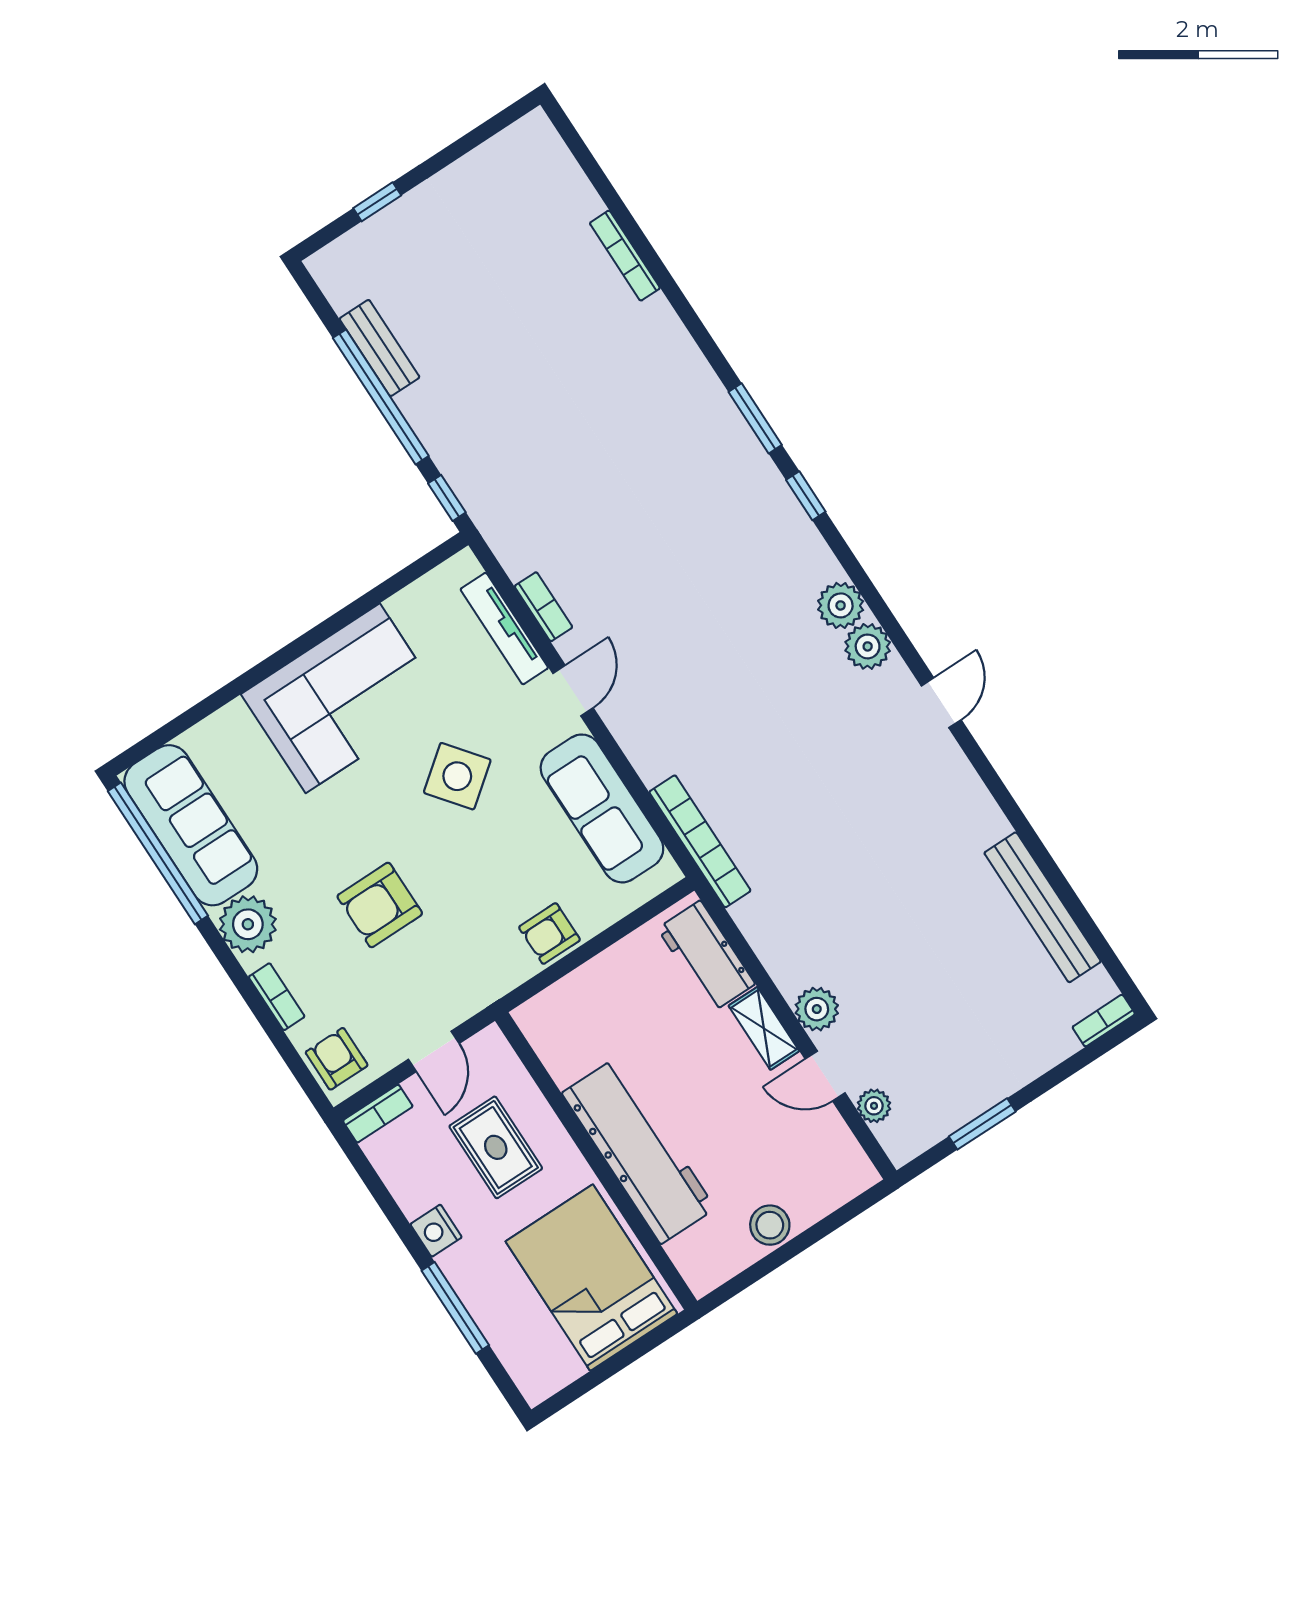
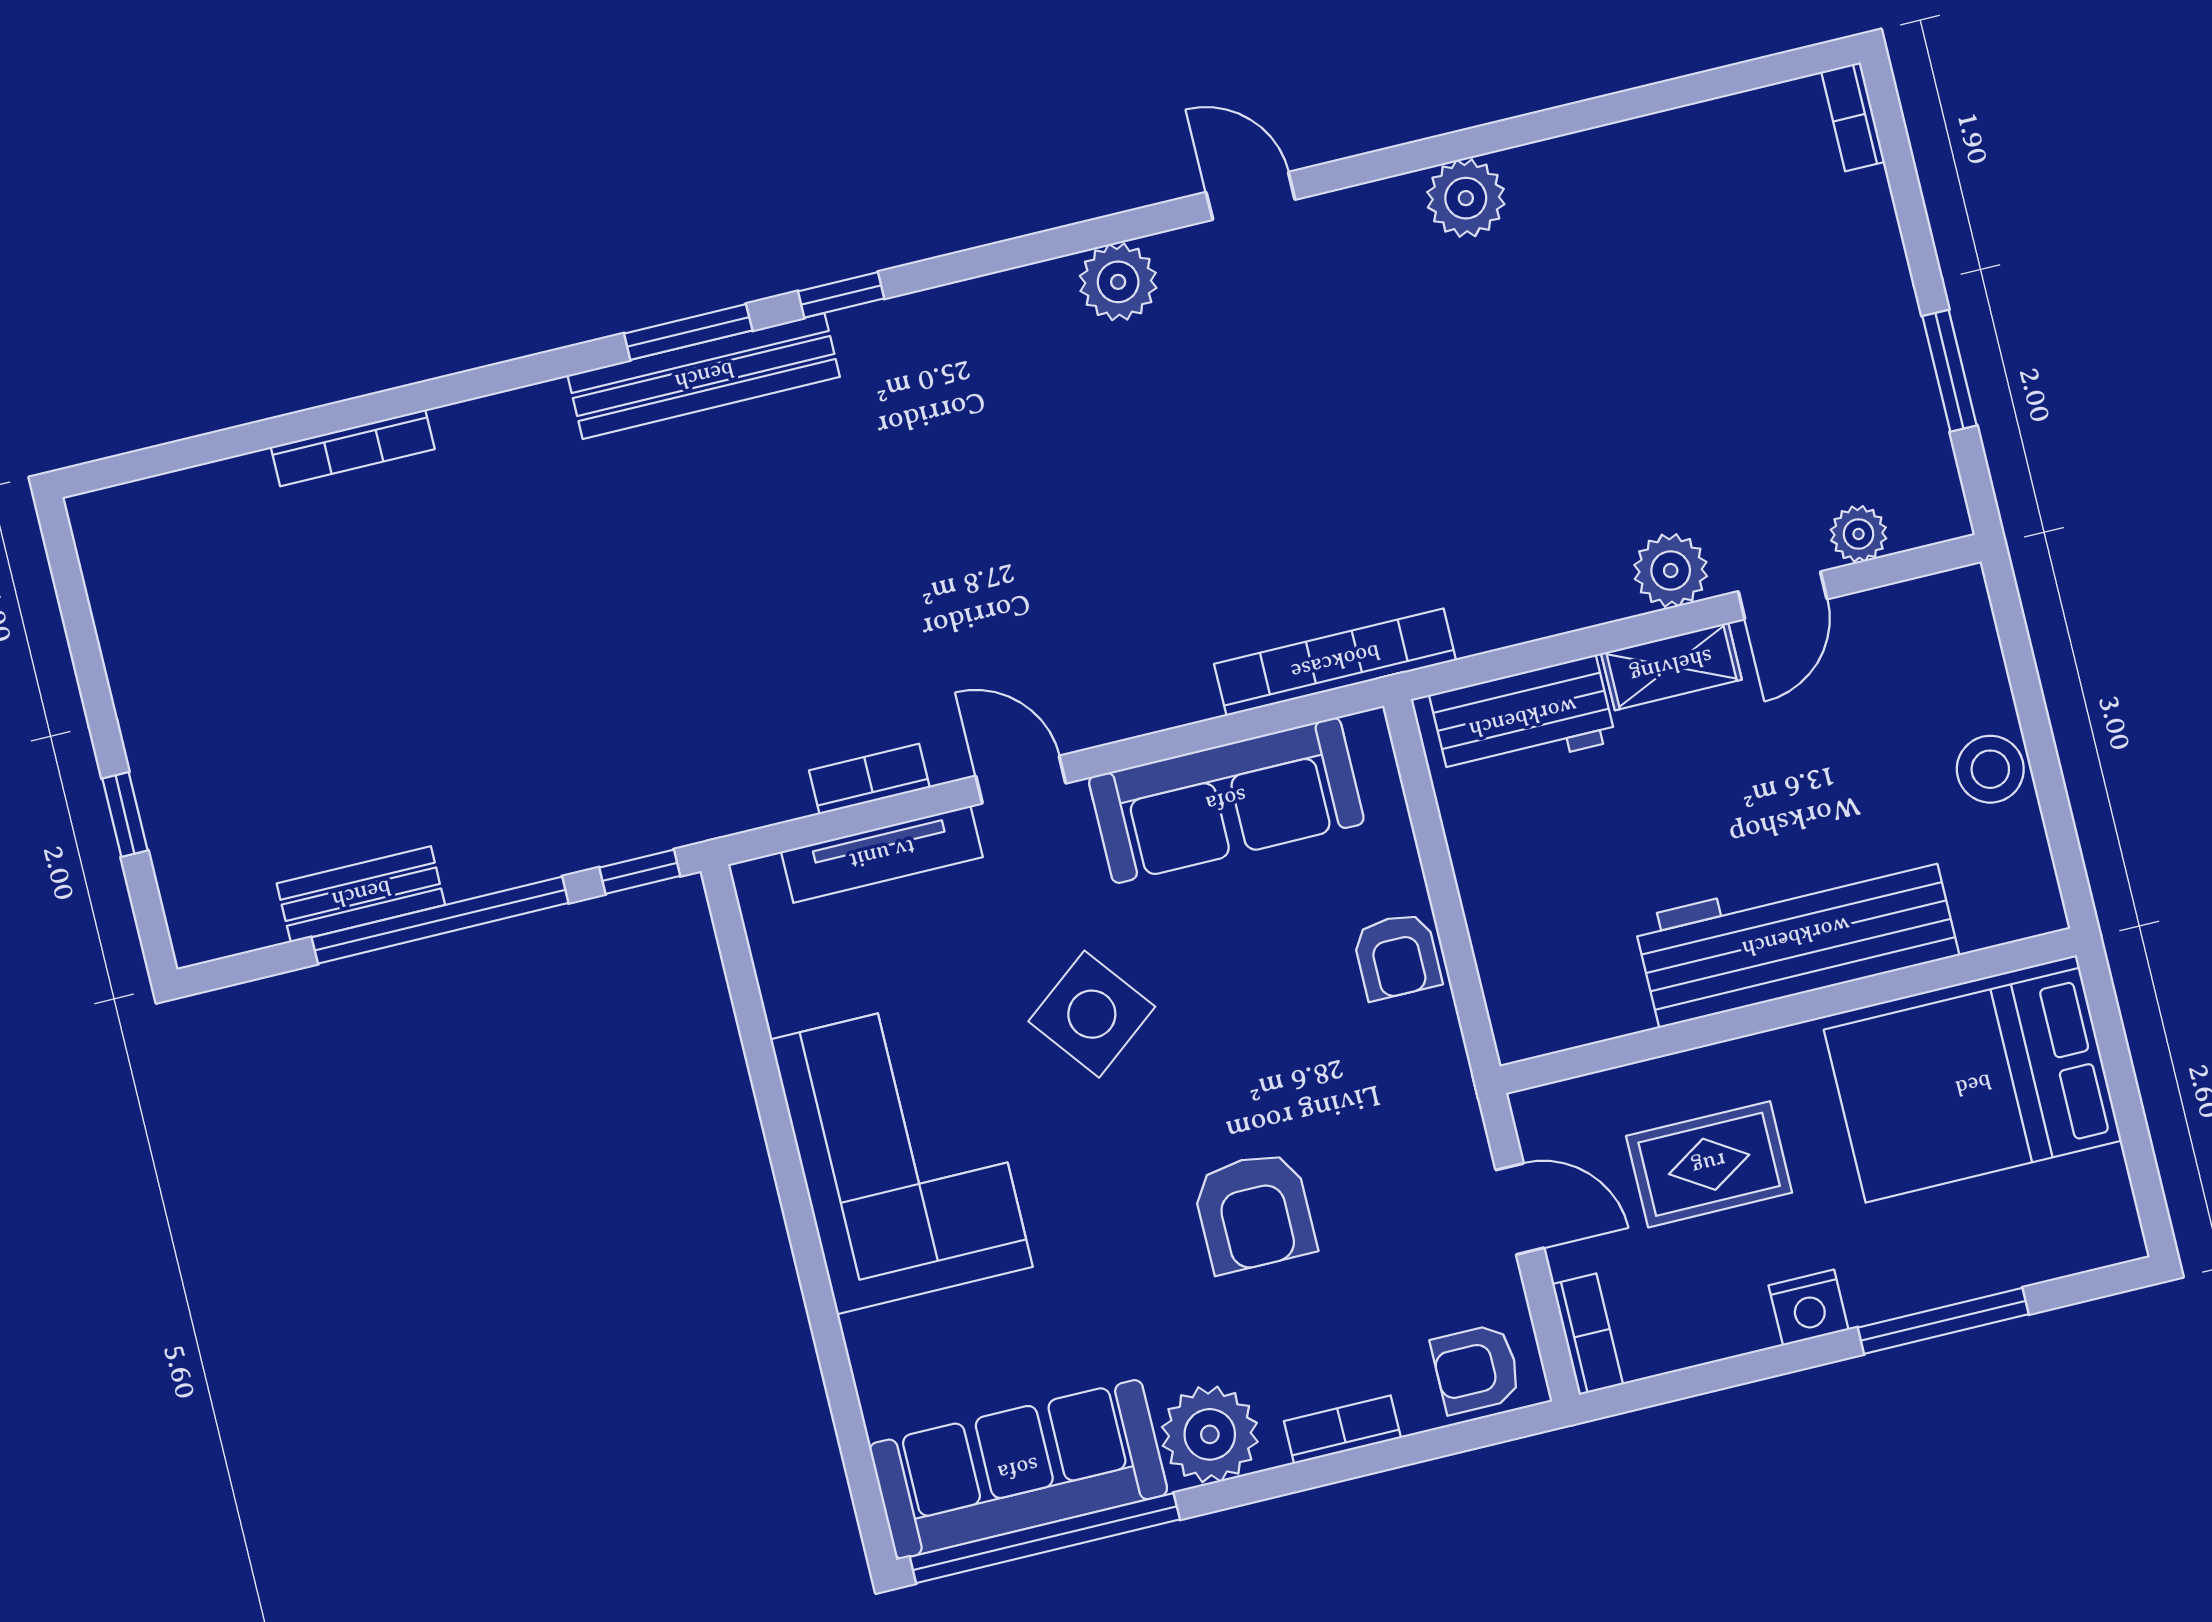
plant: (841, 605) -> (1466, 198), moved
bench: (1043, 907) -> (704, 376), moved

